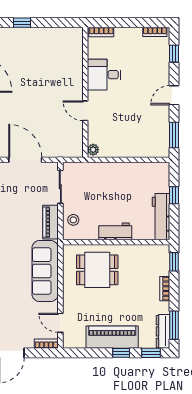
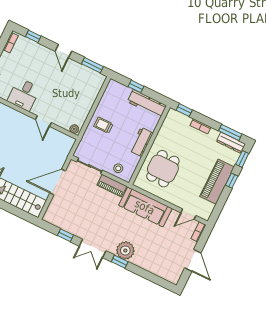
door: (85, 111) -> (43, 121), hinge flipped
trolley: (113, 180) -> (103, 125), added

